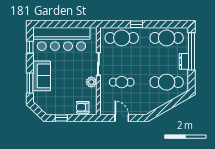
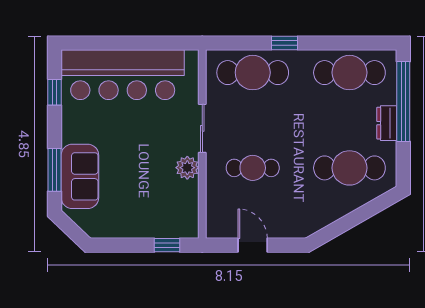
sofa: (42, 76) -> (80, 176), moved
armchair: (83, 107) -> (169, 222), removed
window: (61, 118) -> (167, 245), moved

